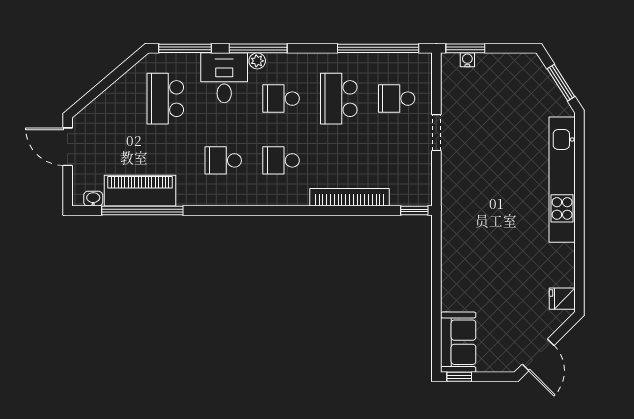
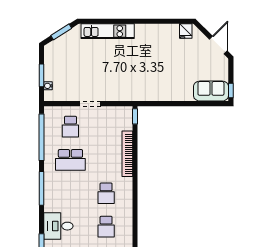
window: (258, 48) -> (42, 188), moved
window: (465, 48) -> (42, 75), moved
plant: (257, 61) -> (49, 207), removed
school desk: (281, 99) -> (70, 193), removed
kitchen unit: (562, 180) -> (108, 31), width x0.73
door: (538, 355) -> (218, 45), hinge flipped

